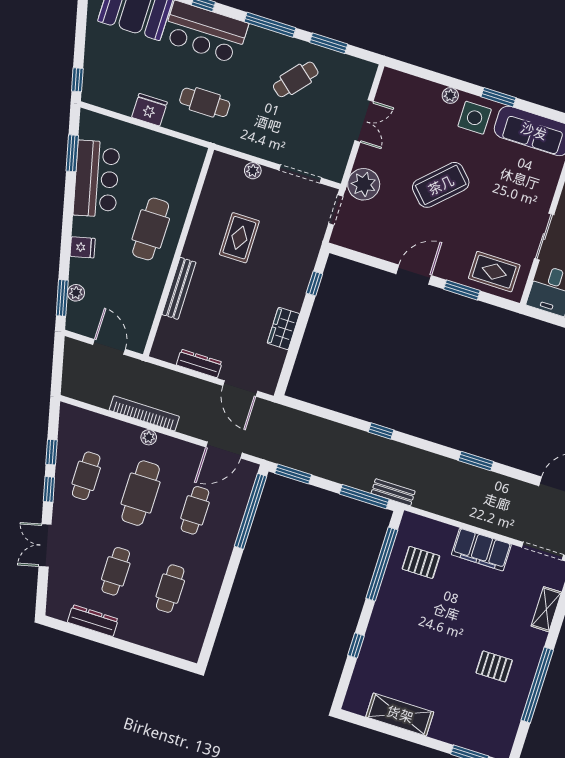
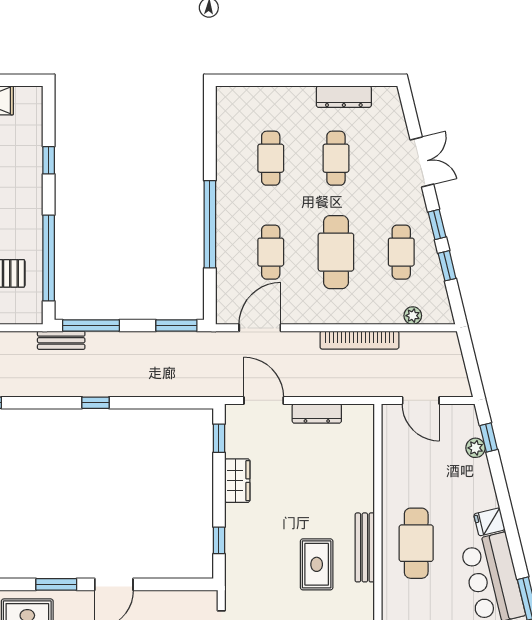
fridge: (83, 247) -> (489, 522), moved
bench: (179, 288) -> (365, 547), moved
window: (62, 298) -> (489, 438), width x0.67
window: (287, 369) -> (219, 438), added
plant: (149, 437) -> (413, 316), moved
window: (251, 511) -> (210, 224), moved

